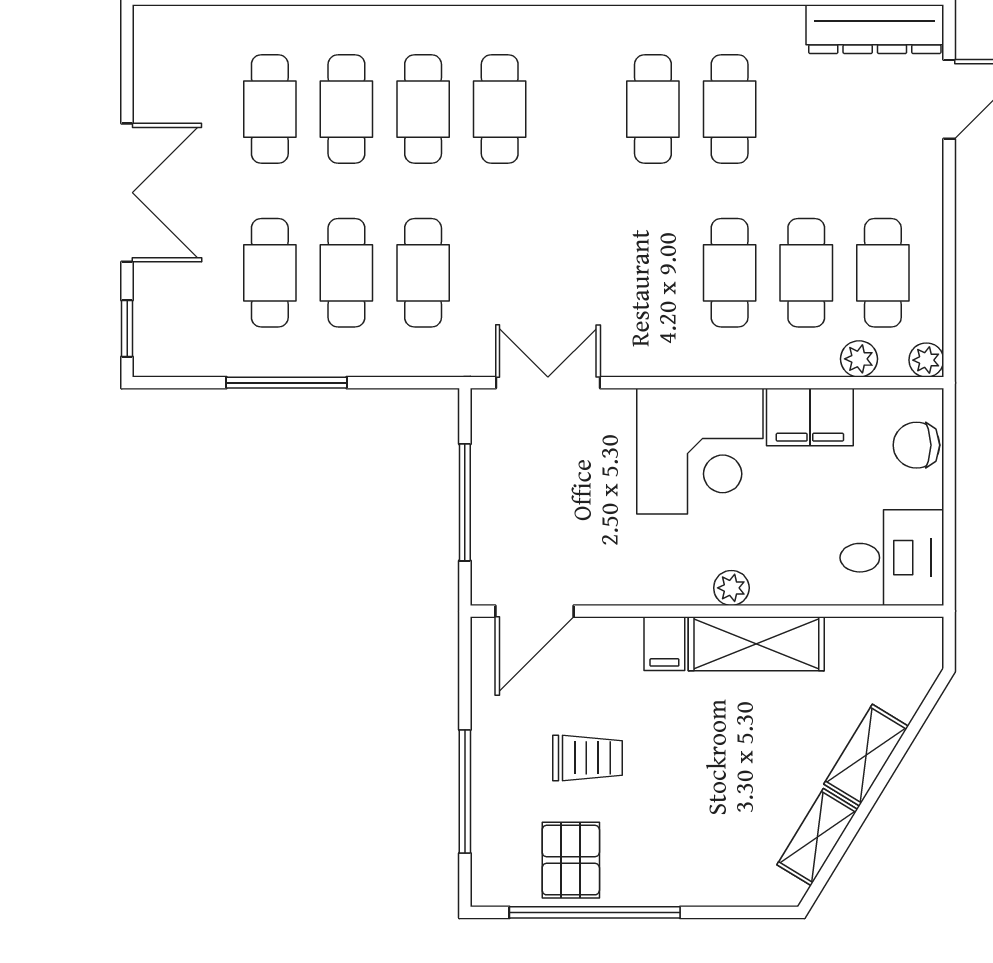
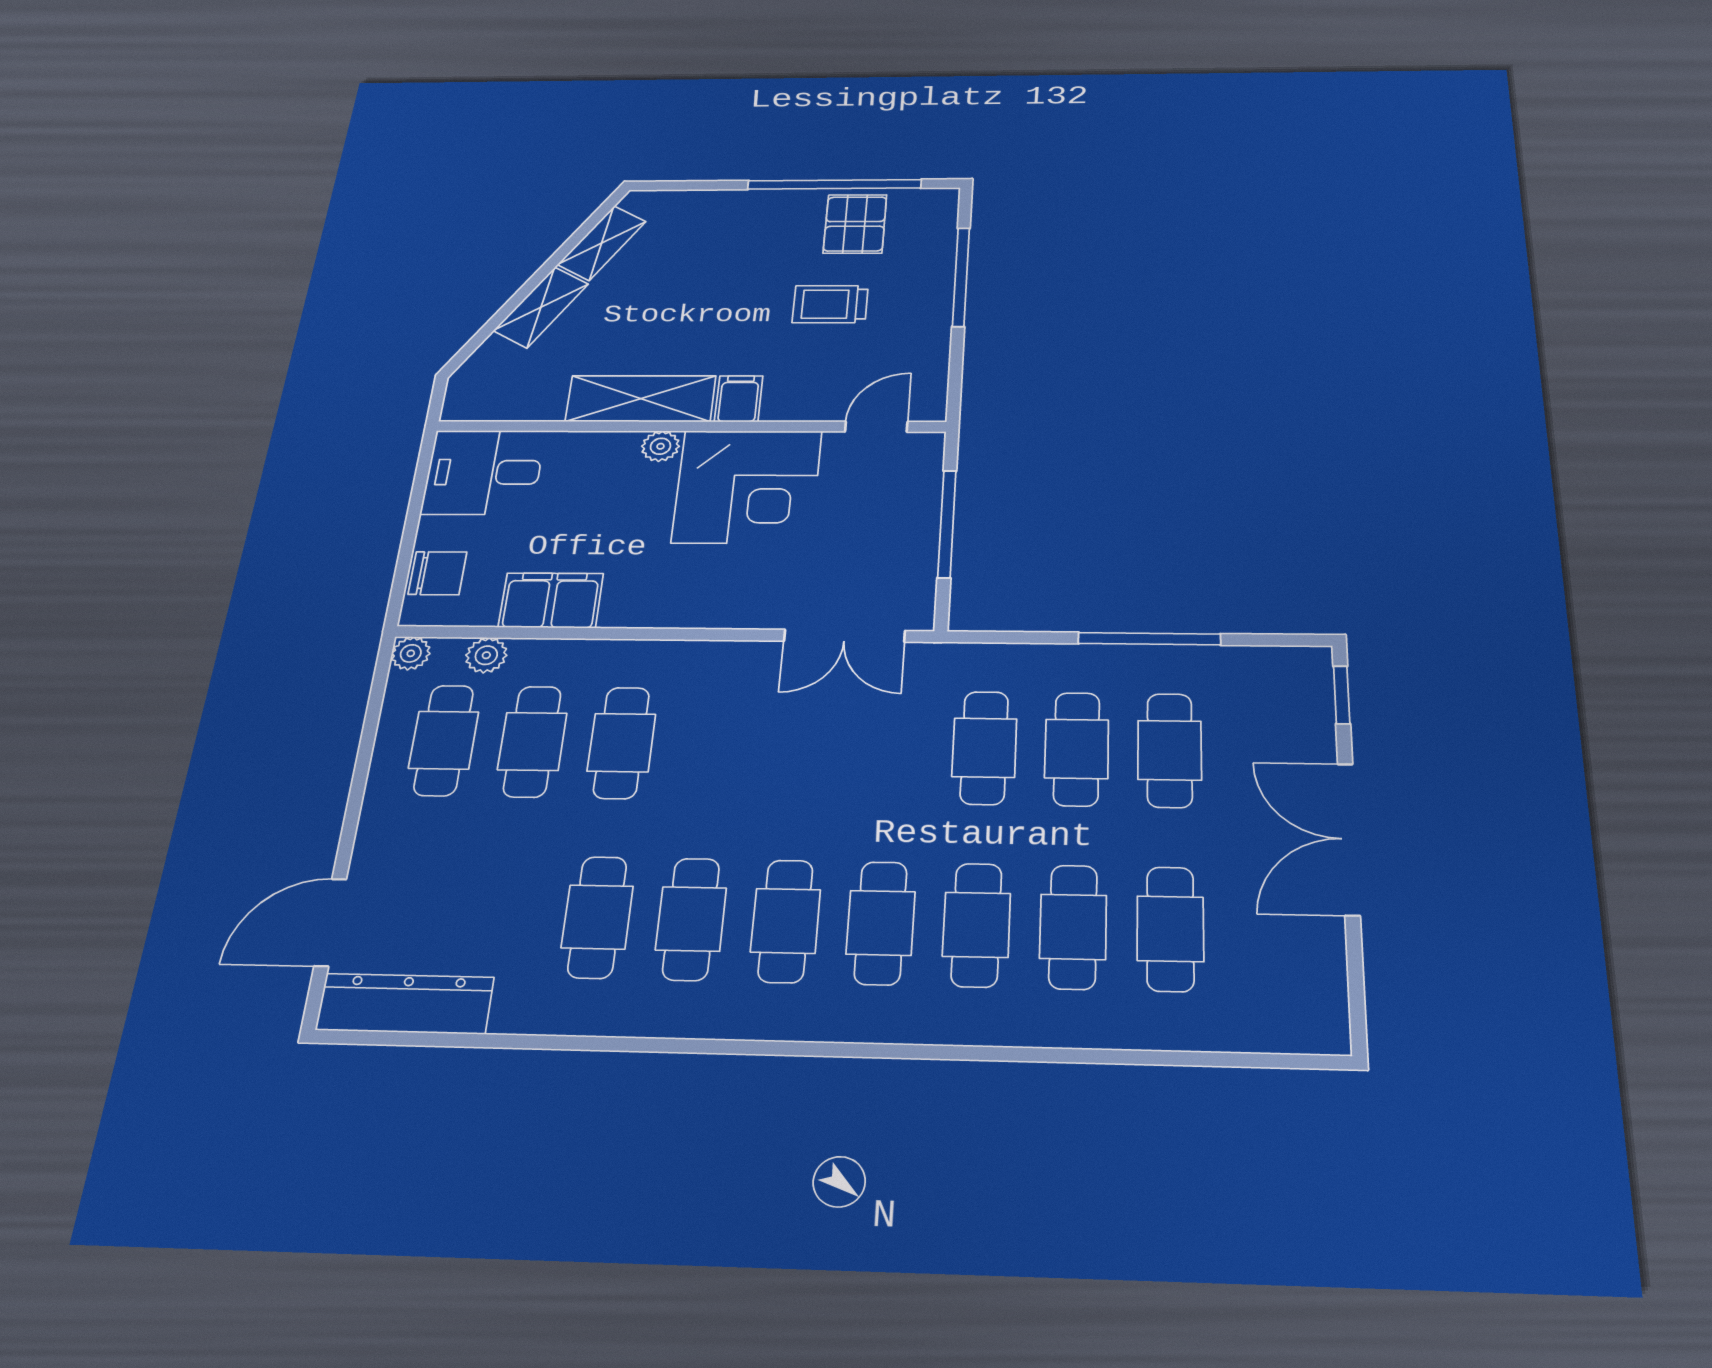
cafe table: (576, 109) -> (786, 921), added
corner desk: (700, 451) -> (747, 486), moved, turned 180
door: (535, 611) -> (876, 427), width x0.73

